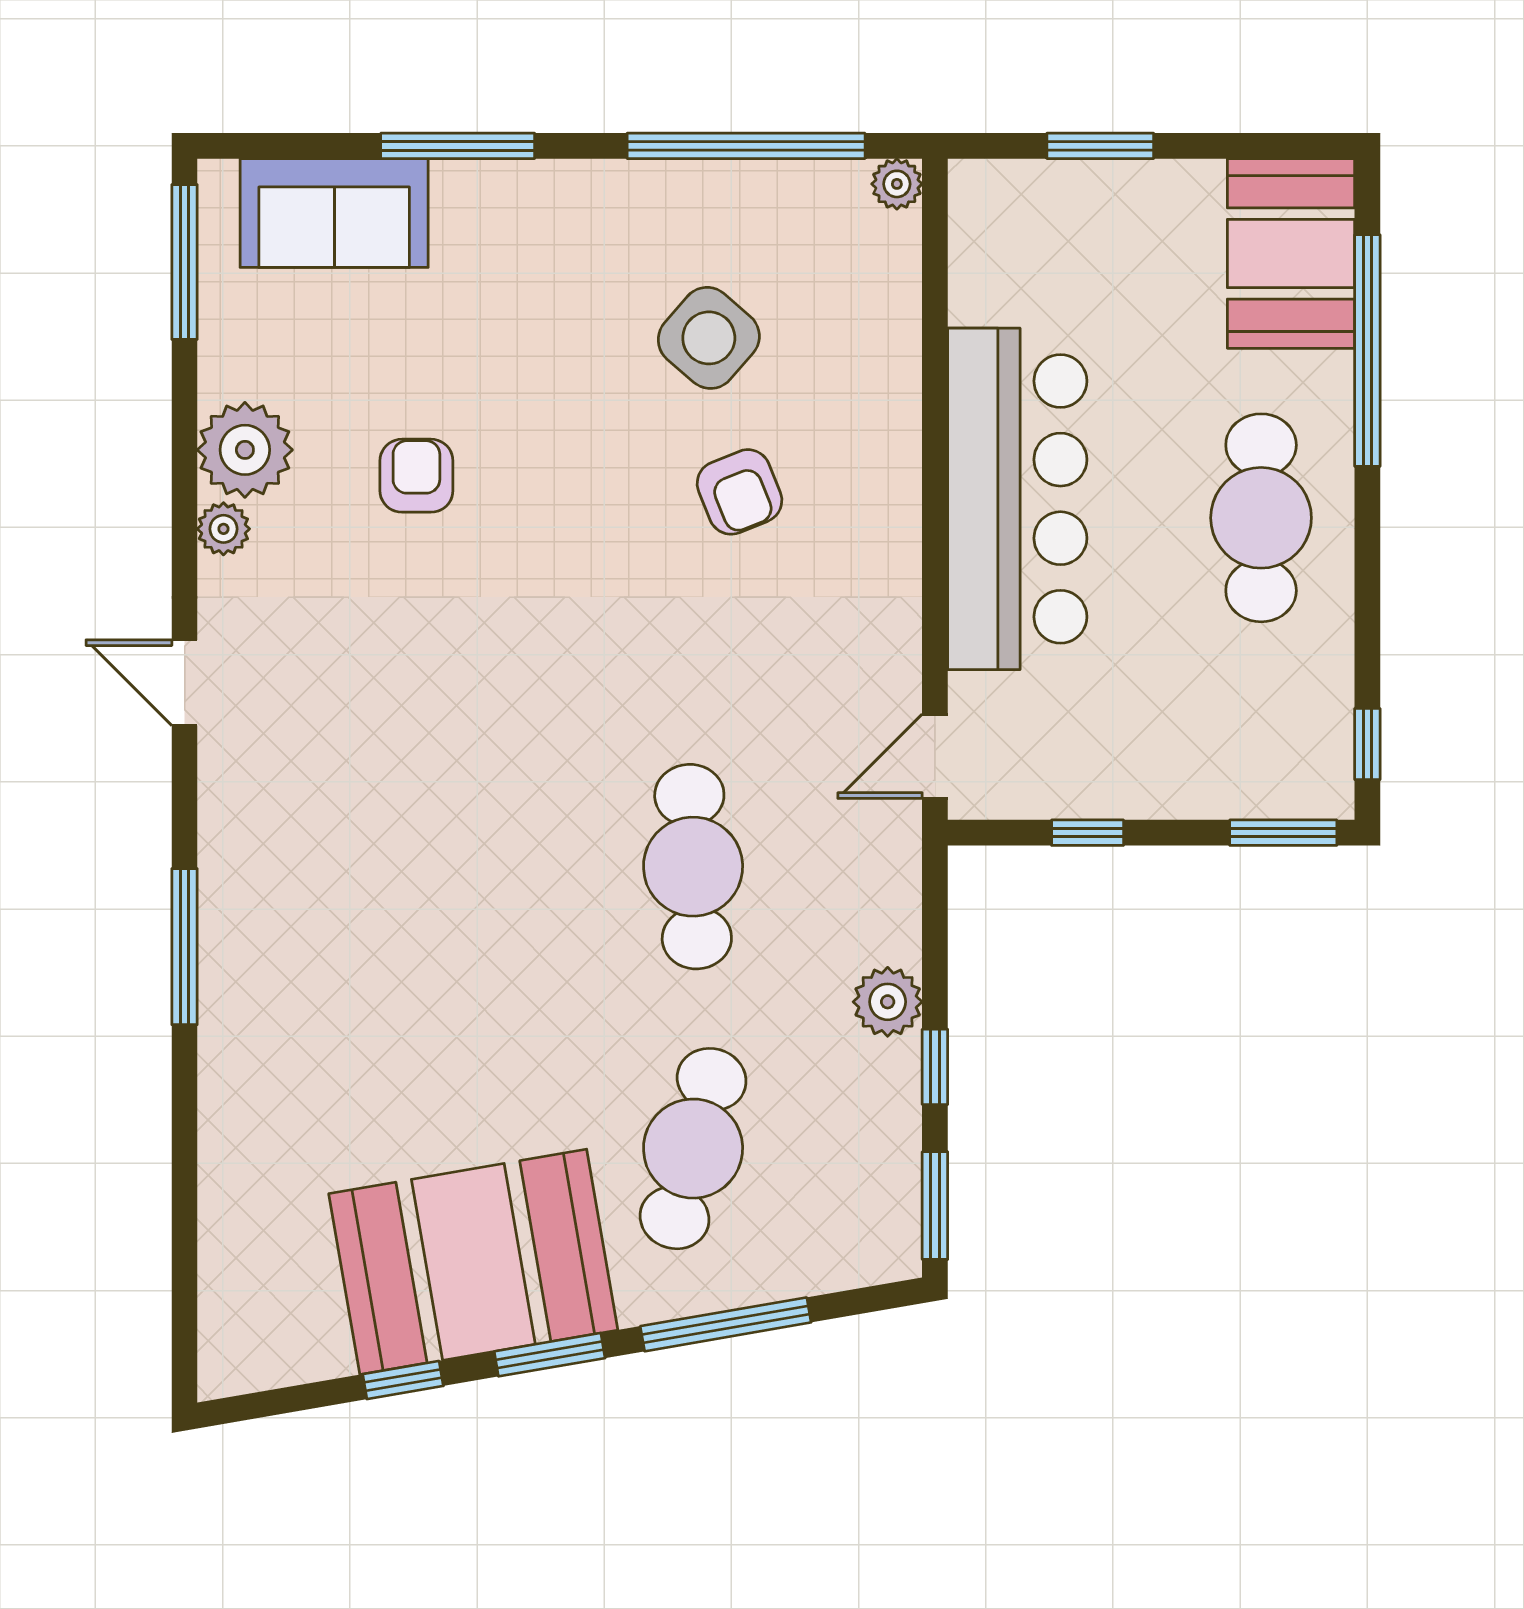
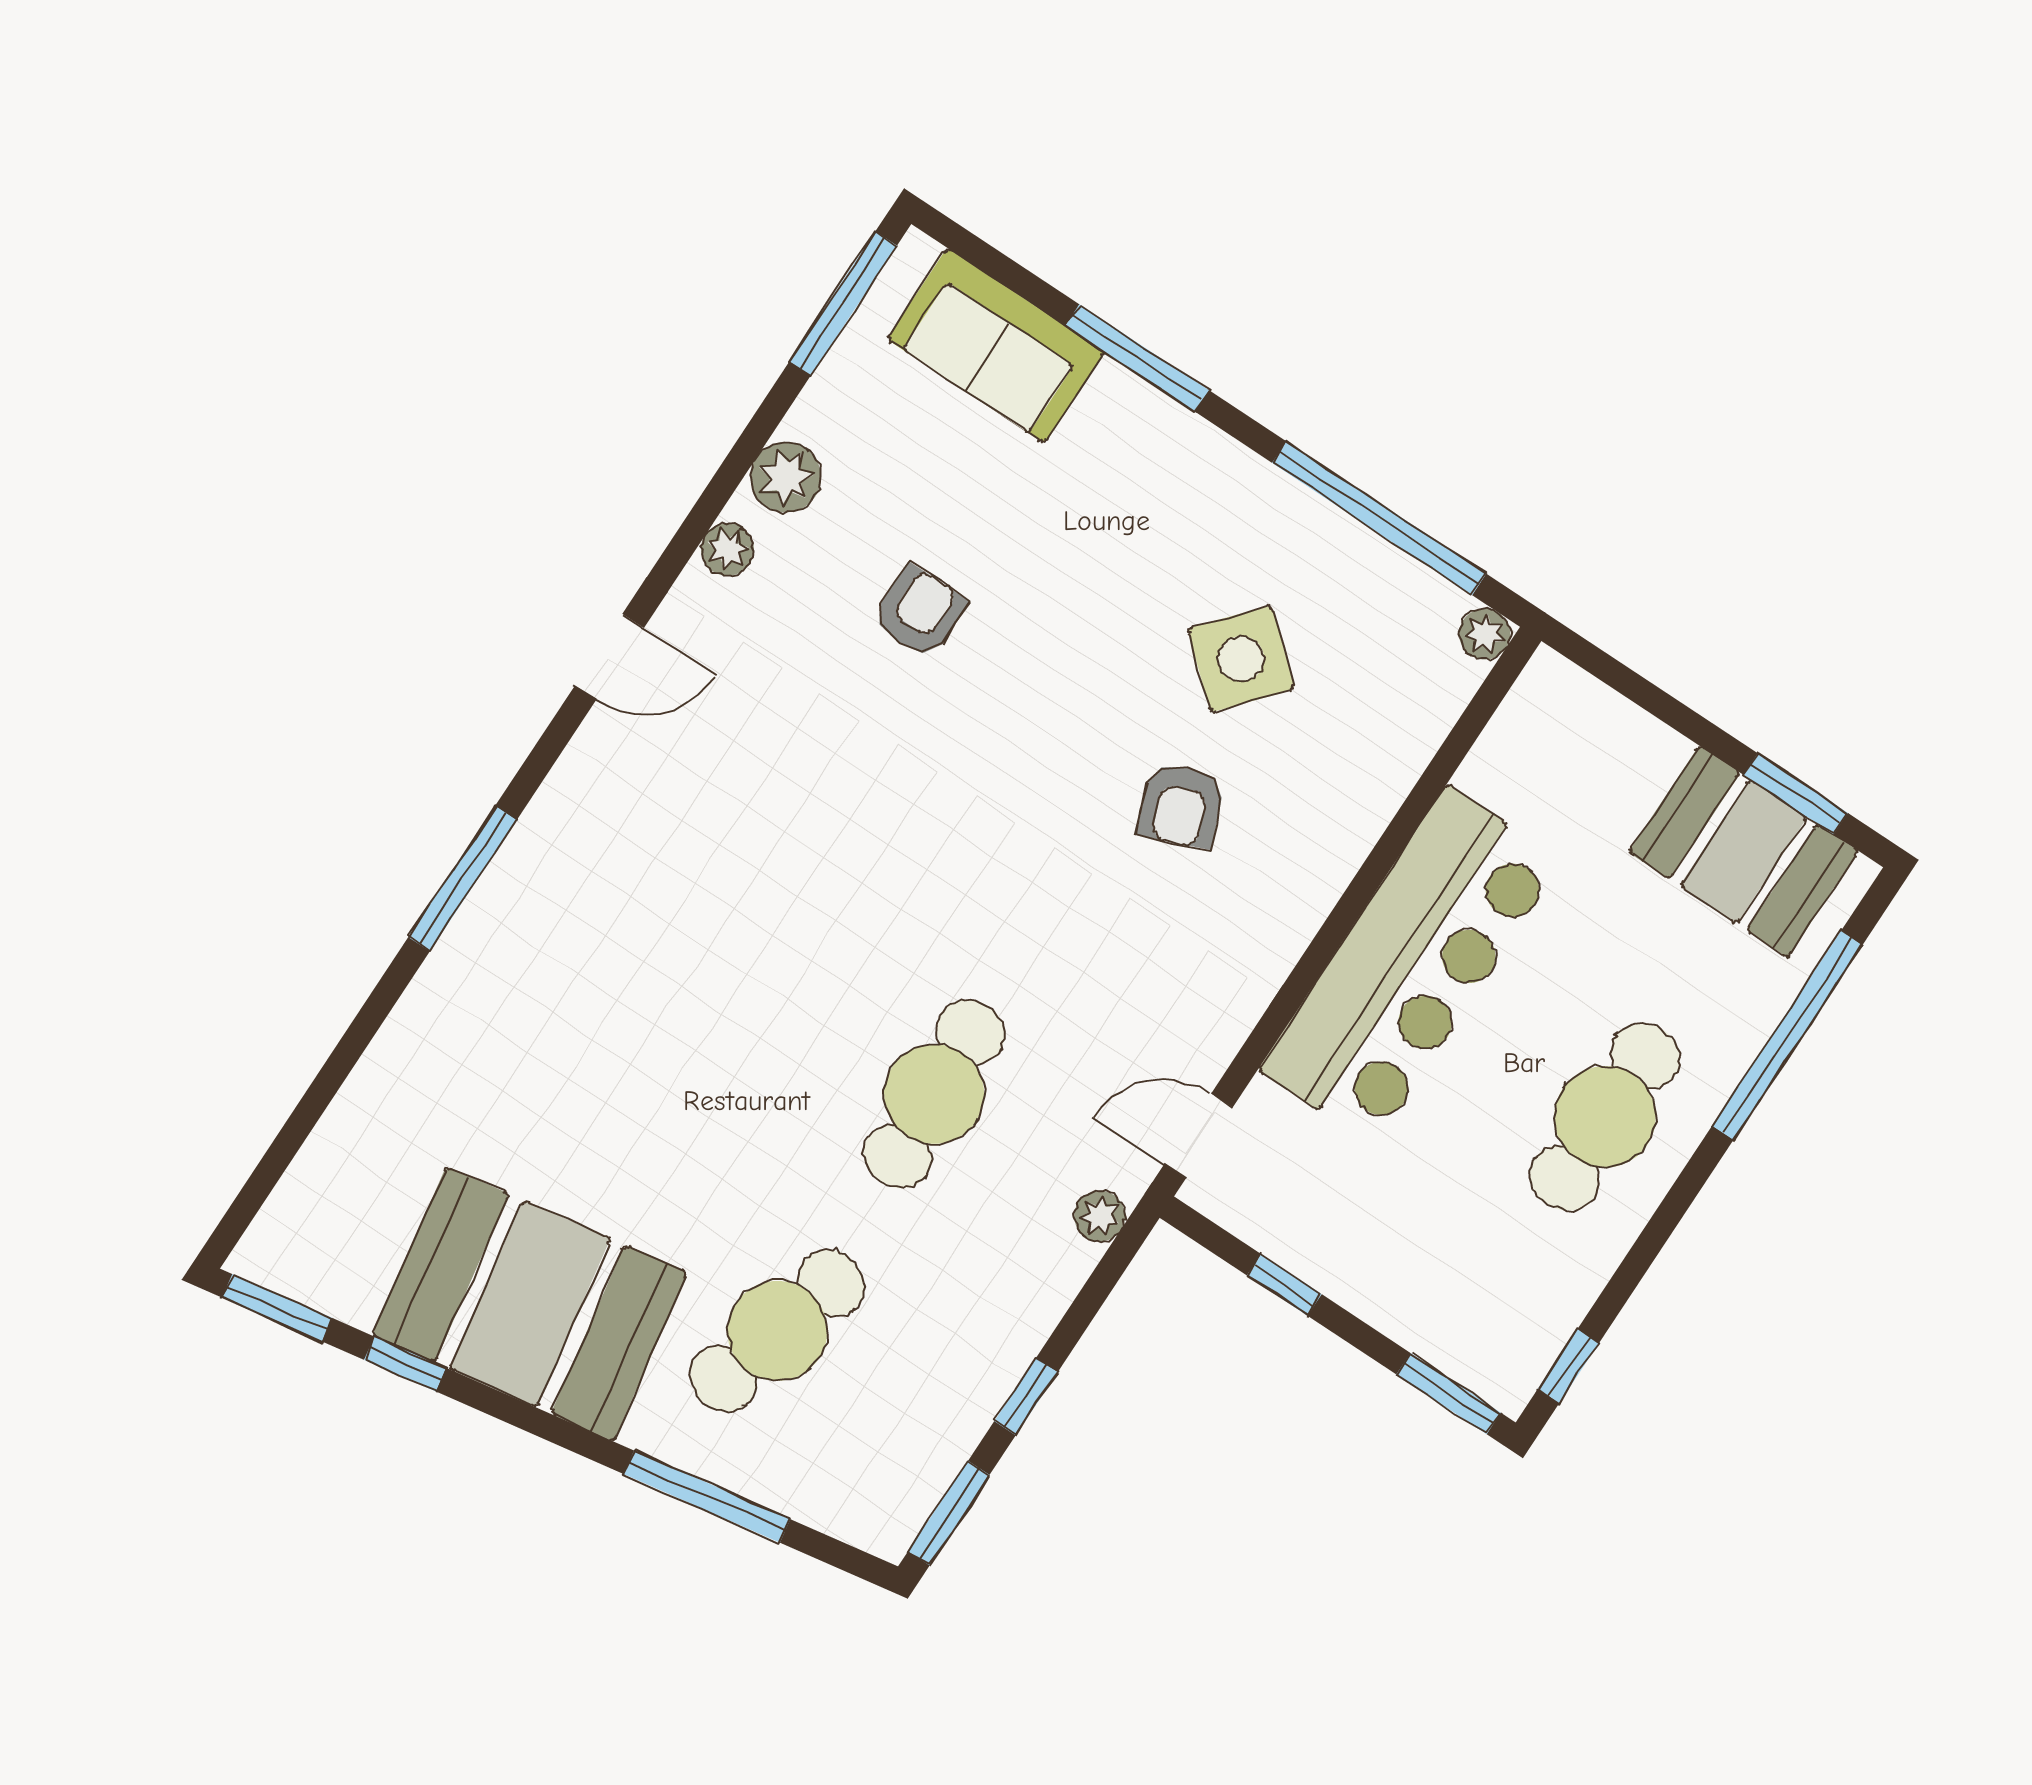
window: (1100, 146) -> (1796, 794), moved
booth: (1291, 253) -> (1743, 852), moved, turned 90
plant: (245, 450) -> (786, 477), width x0.73, depth x0.73
door: (185, 683) -> (609, 657), swing flipped
plant: (888, 1002) -> (1100, 1216), moved, width x0.73, depth x0.73
window: (550, 1355) -> (277, 1308), moved

